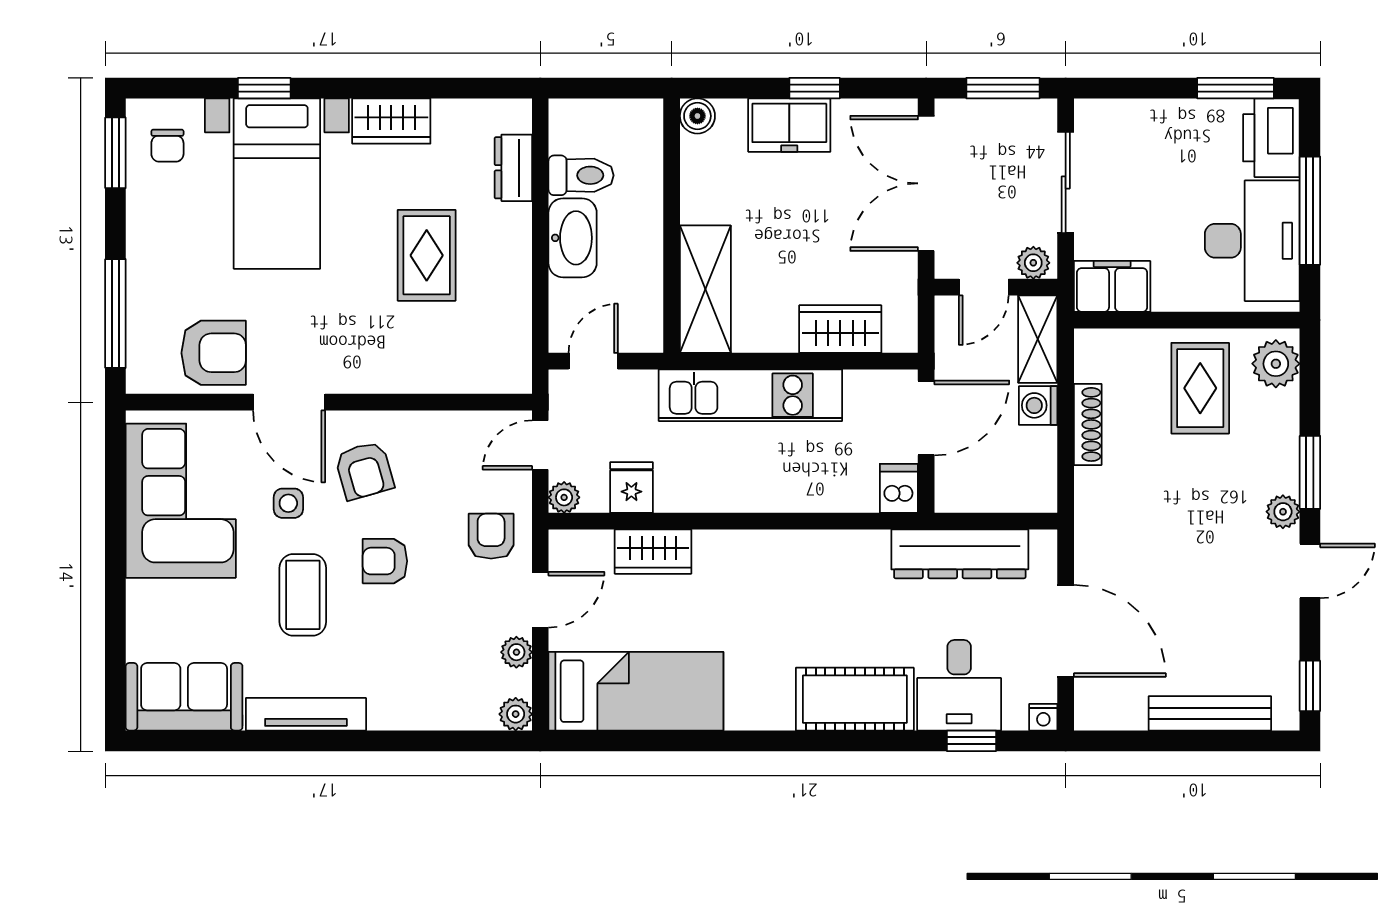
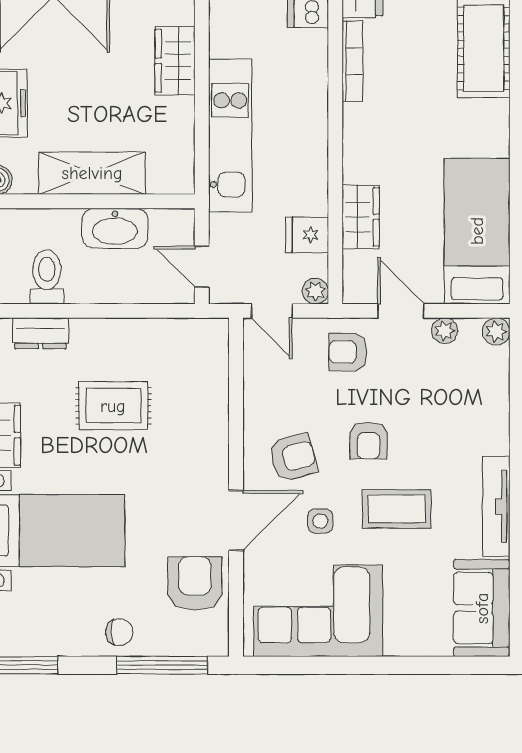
chair: (167, 146) -> (119, 632), moved
washbasin: (573, 238) -> (115, 228), moved, turned 180
shelving: (705, 289) -> (92, 173), moved
bookcase: (840, 542) -> (352, 61), added

